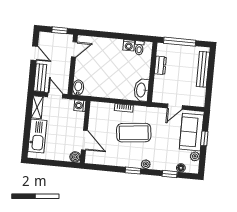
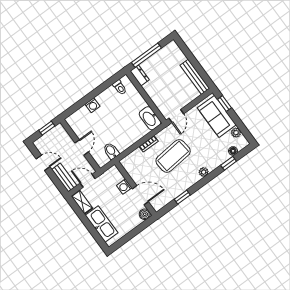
washing machine: (129, 45) -> (92, 105), moved
door: (74, 49) -> (82, 147), moved
dresser: (160, 65) -> (140, 75), moved
bench: (203, 69) -> (195, 77), moved
bidet: (78, 88) -> (111, 151), moved
washing machine: (80, 106) -> (124, 187), moved
door: (175, 107) -> (176, 116), moved
window: (204, 138) -> (224, 104), moved
window: (133, 171) -> (182, 197), moved

